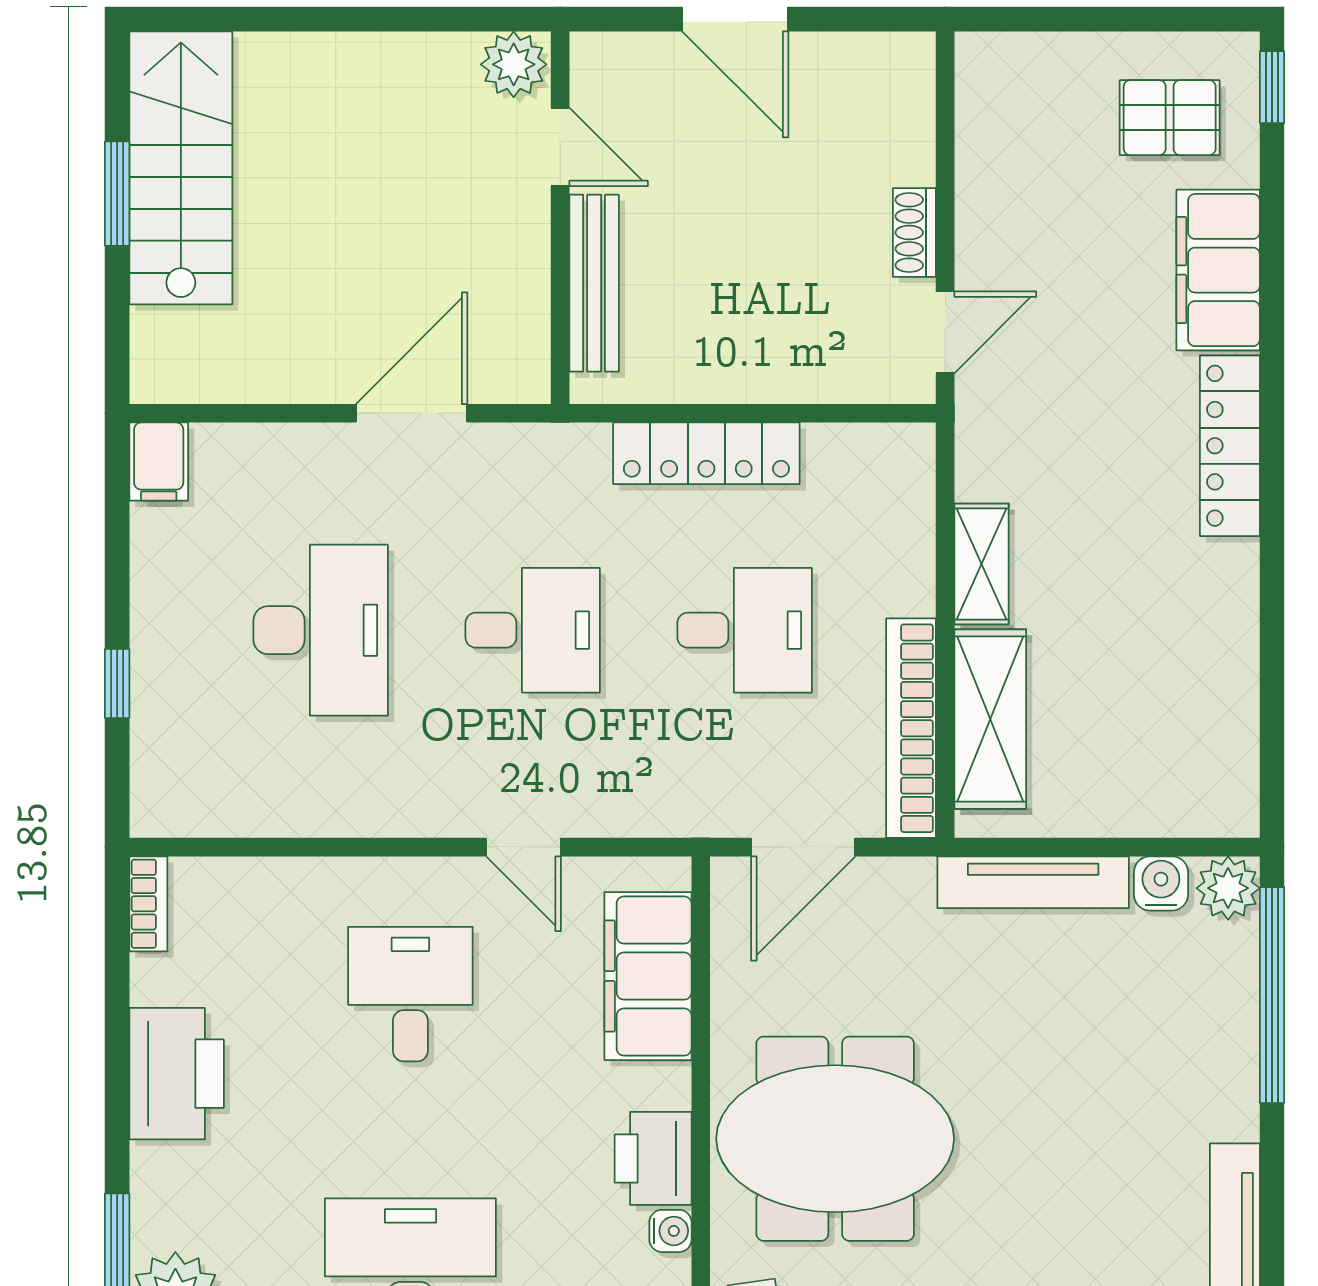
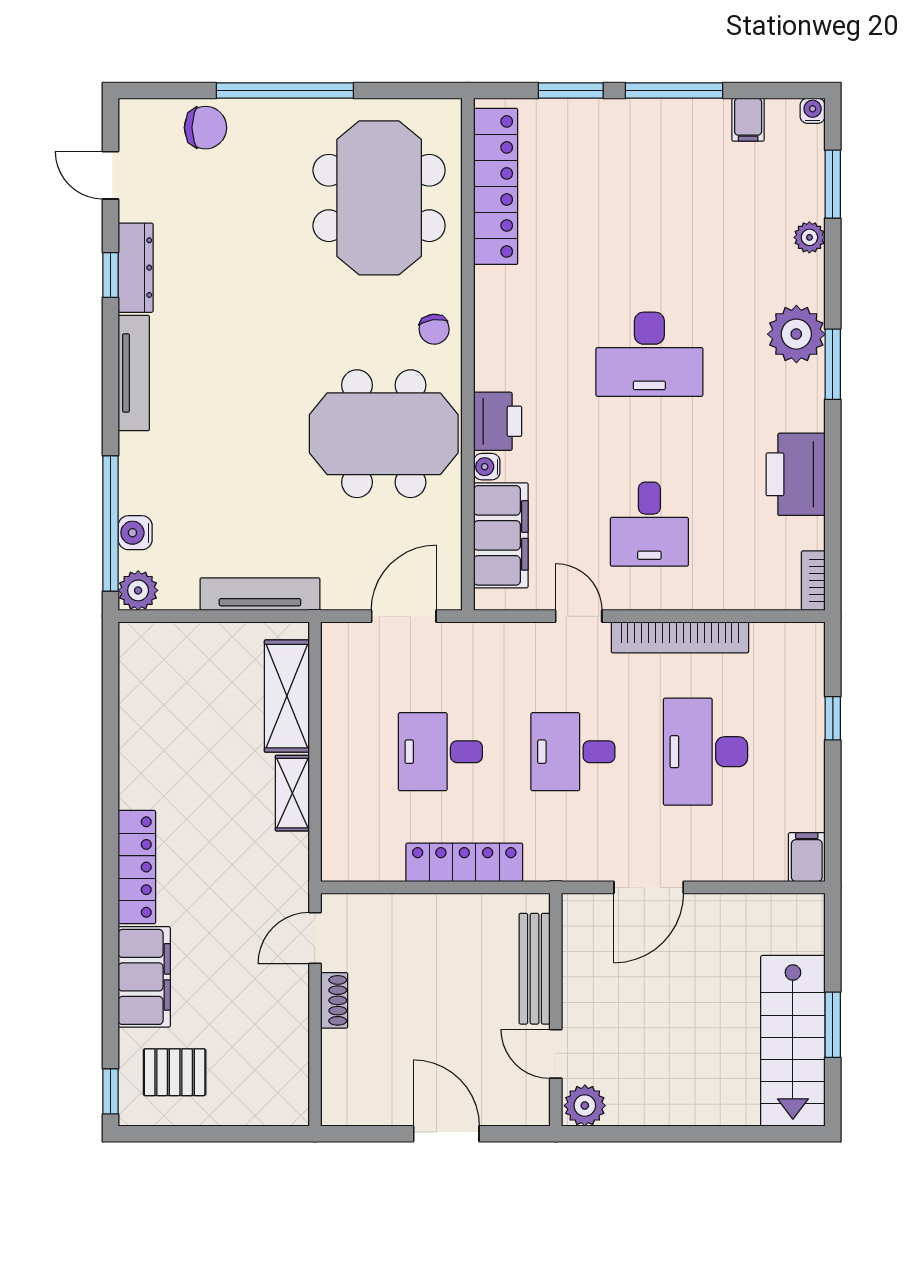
bookcase: (911, 728) -> (680, 637), moved, turned 90
water cooler: (1161, 883) -> (135, 533), moved, turned 90
water cooler: (670, 1231) -> (487, 467), moved

